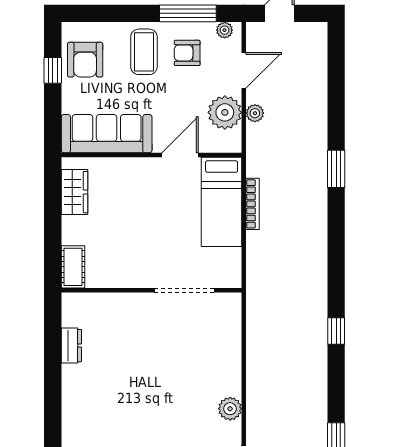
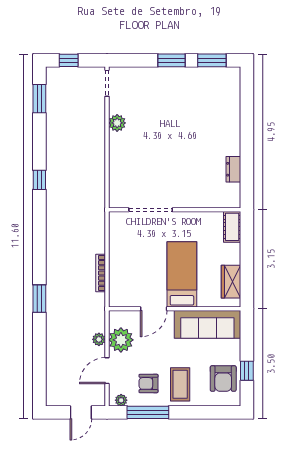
armchair: (187, 53) -> (148, 383), turned 180
armchair: (85, 60) -> (223, 379), turned 180
bed: (222, 202) -> (182, 274), moved

